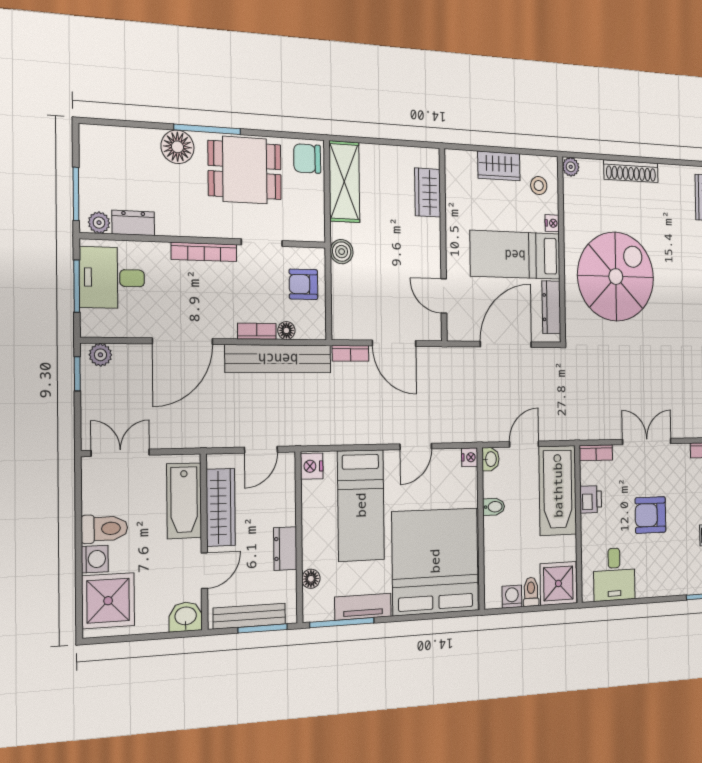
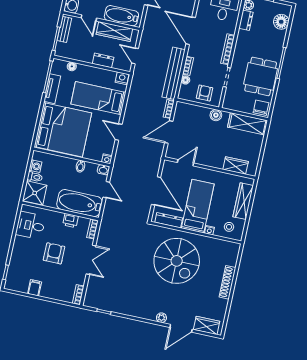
floor lamp: (177, 147) -> (281, 22), moved
wardrobe: (499, 166) -> (243, 201), width x1.50
plant: (571, 167) -> (235, 247), removed
dresser: (285, 549) -> (103, 60), moved
bench: (249, 616) -> (64, 29), width x0.73

